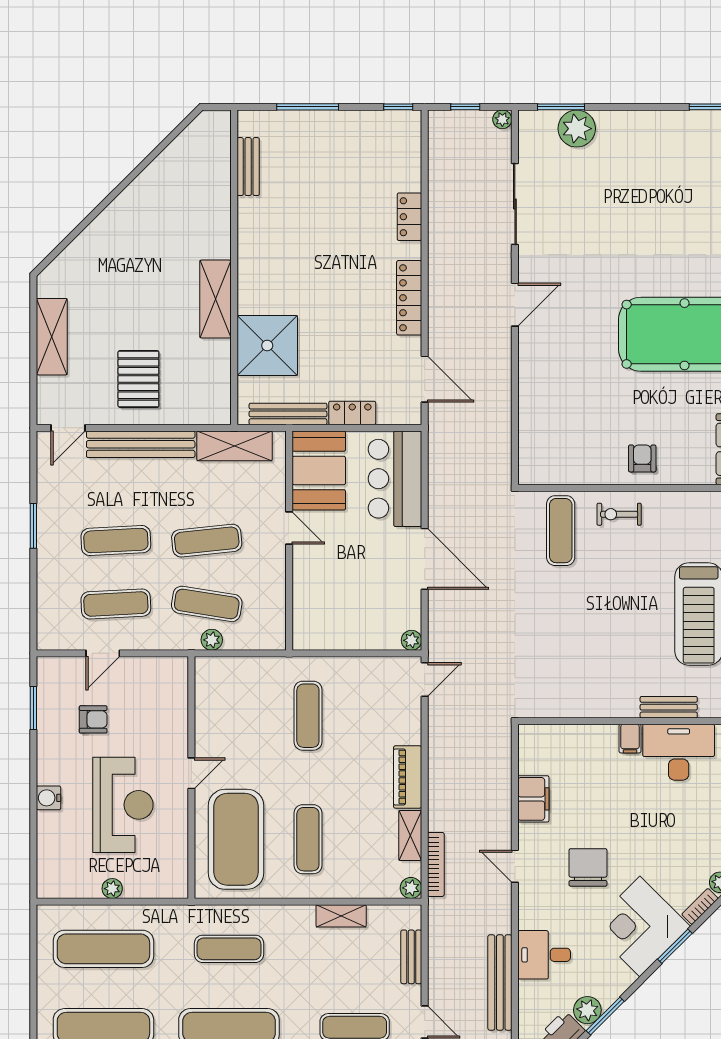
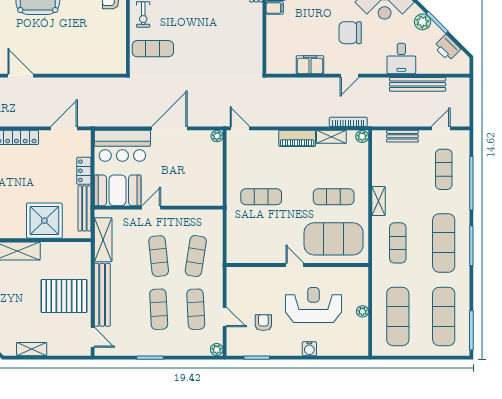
shelving: (52, 337) -> (32, 349), width x0.67, depth x0.75
pallet: (138, 379) -> (64, 296), width x1.37, depth x1.41
plant: (212, 640) -> (217, 350), moved
shelving: (341, 916) -> (378, 201), moved
plant: (587, 1010) -> (422, 22), moved

